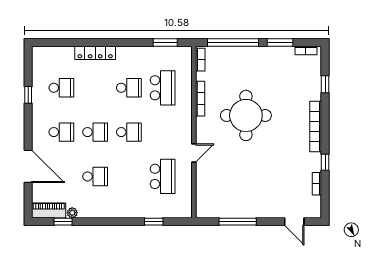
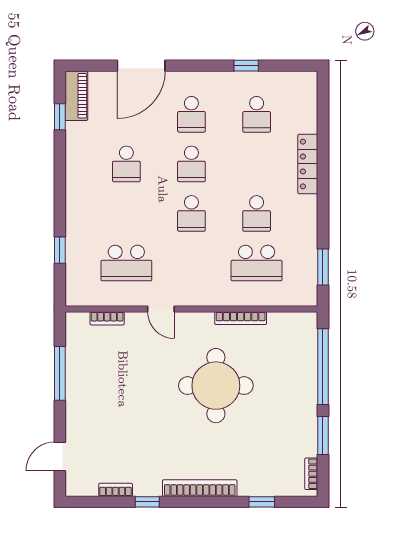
bookcase: (200, 60) -> (107, 318), moved
plant: (72, 213) -> (73, 130), removed

